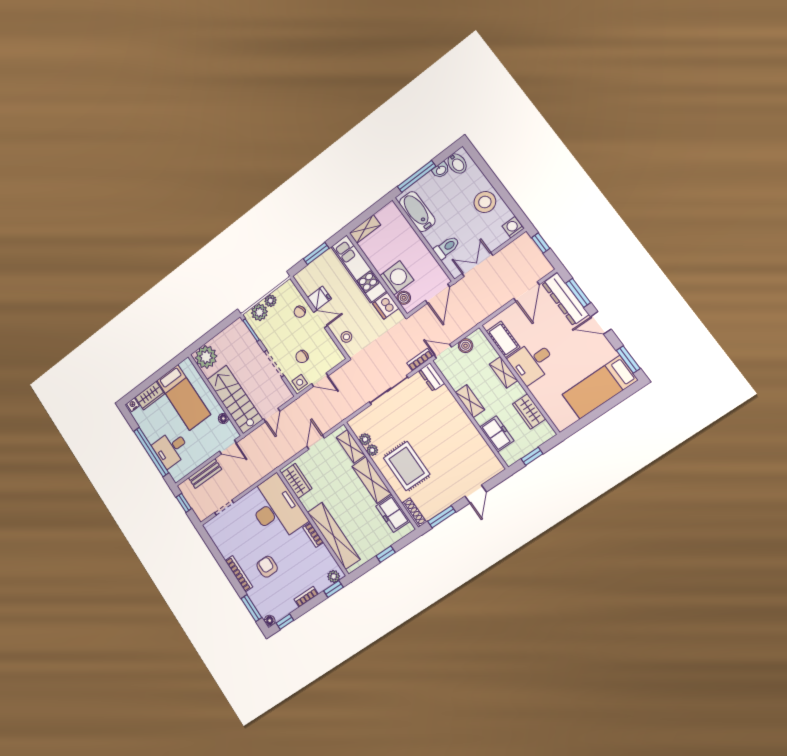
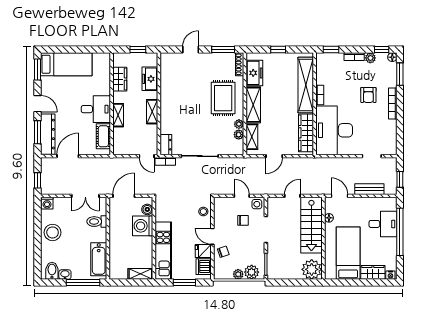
dishwasher: (386, 306) -> (204, 267), moved, turned 180
boiler: (466, 346) -> (130, 149), removed
wardrobe: (297, 481) -> (306, 133), width x1.50
plant: (334, 576) -> (370, 58), moved

